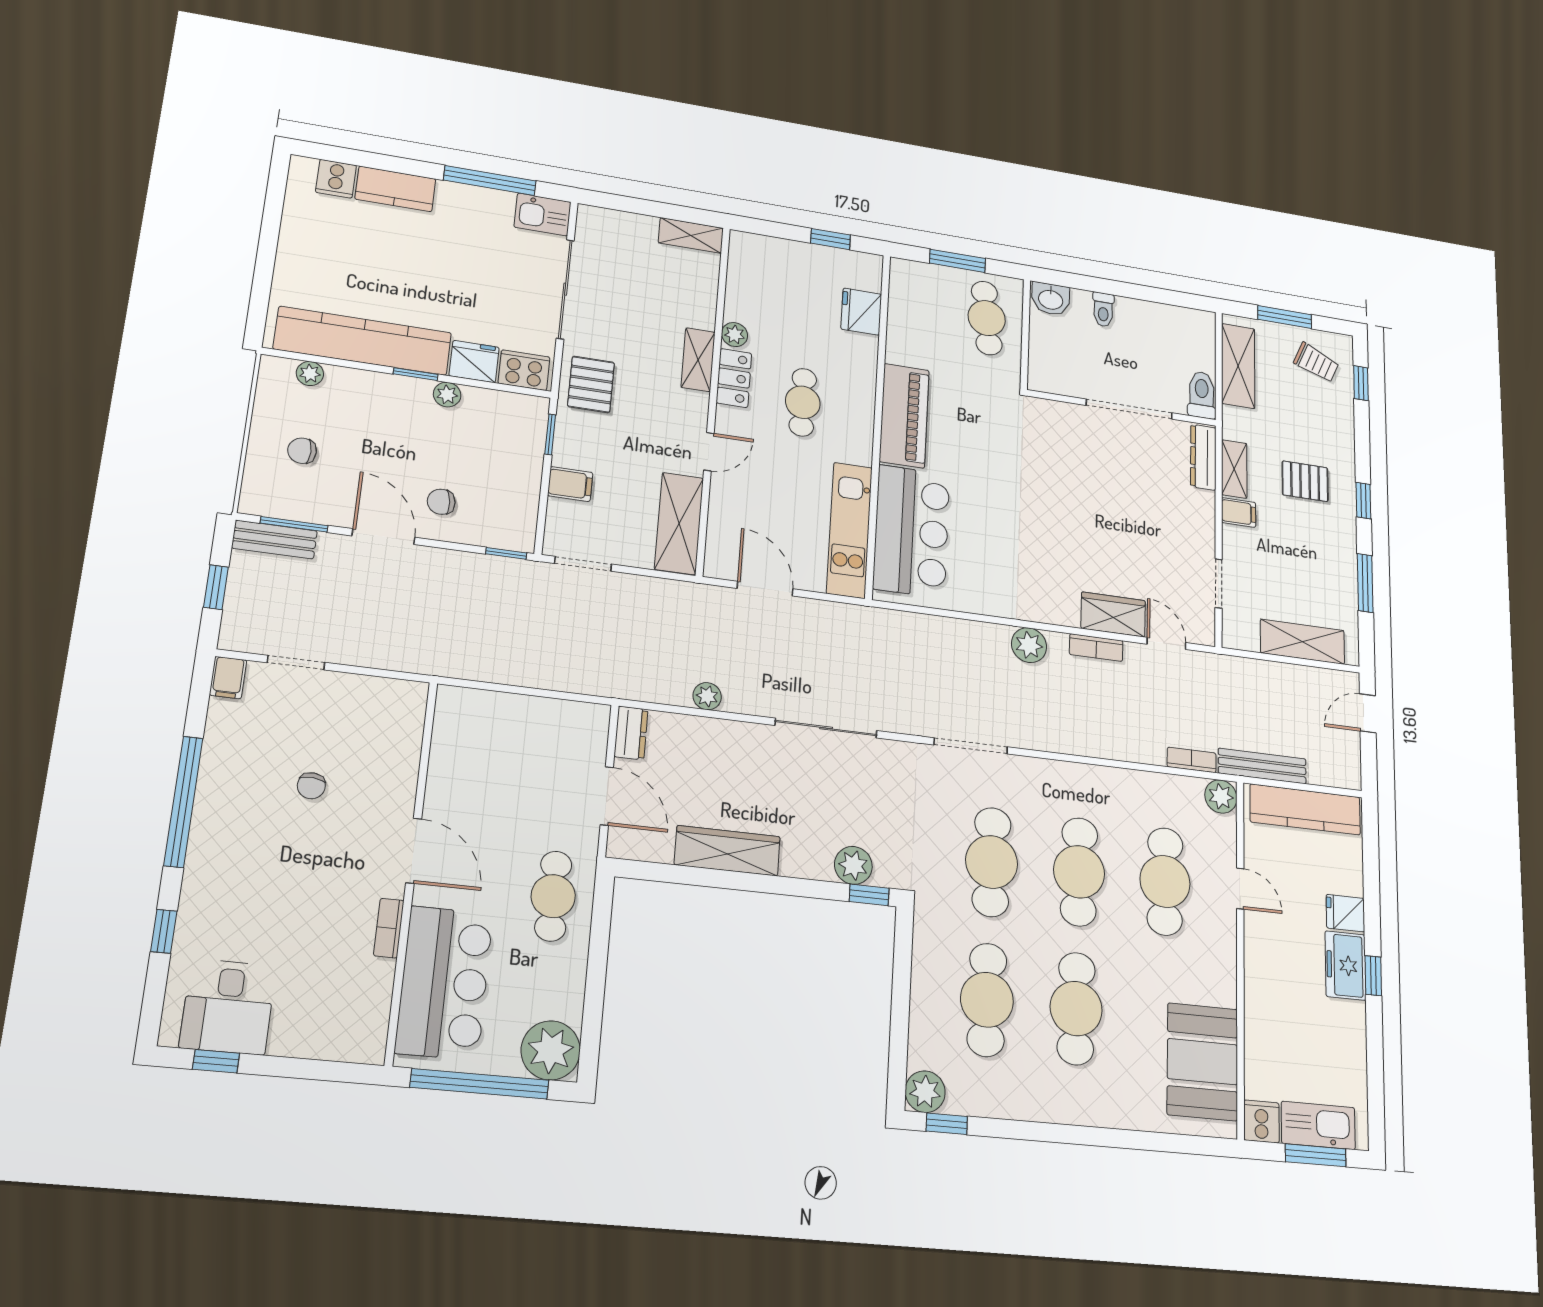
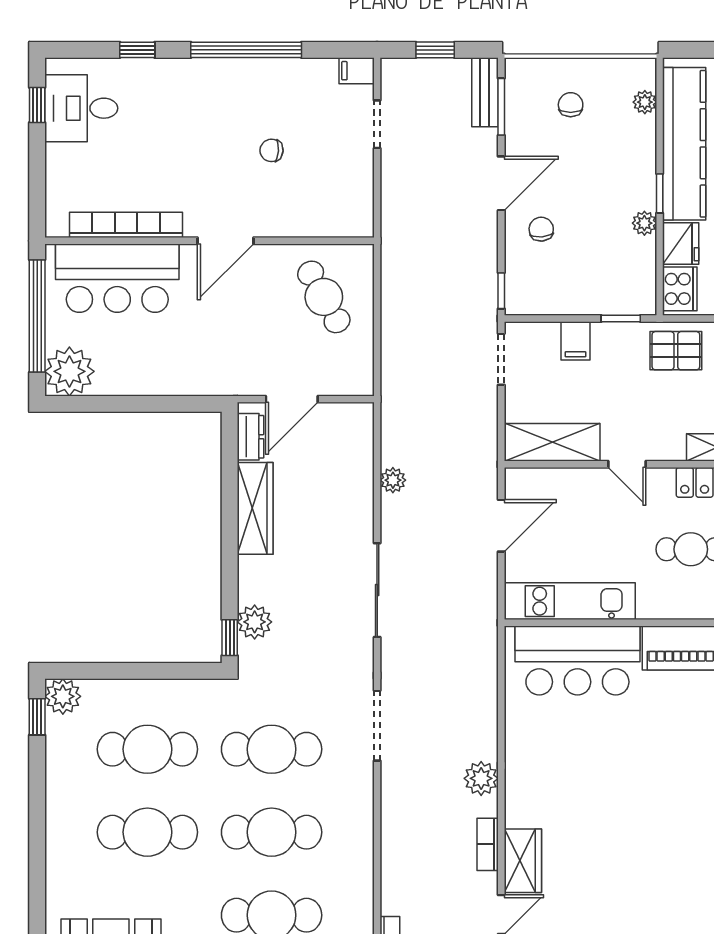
dresser: (631, 733) -> (251, 437), moved, turned -90
cafe table: (553, 896) -> (324, 297), moved, turned 61
bookcase: (389, 928) -> (126, 225), width x2.31, depth x1.31

